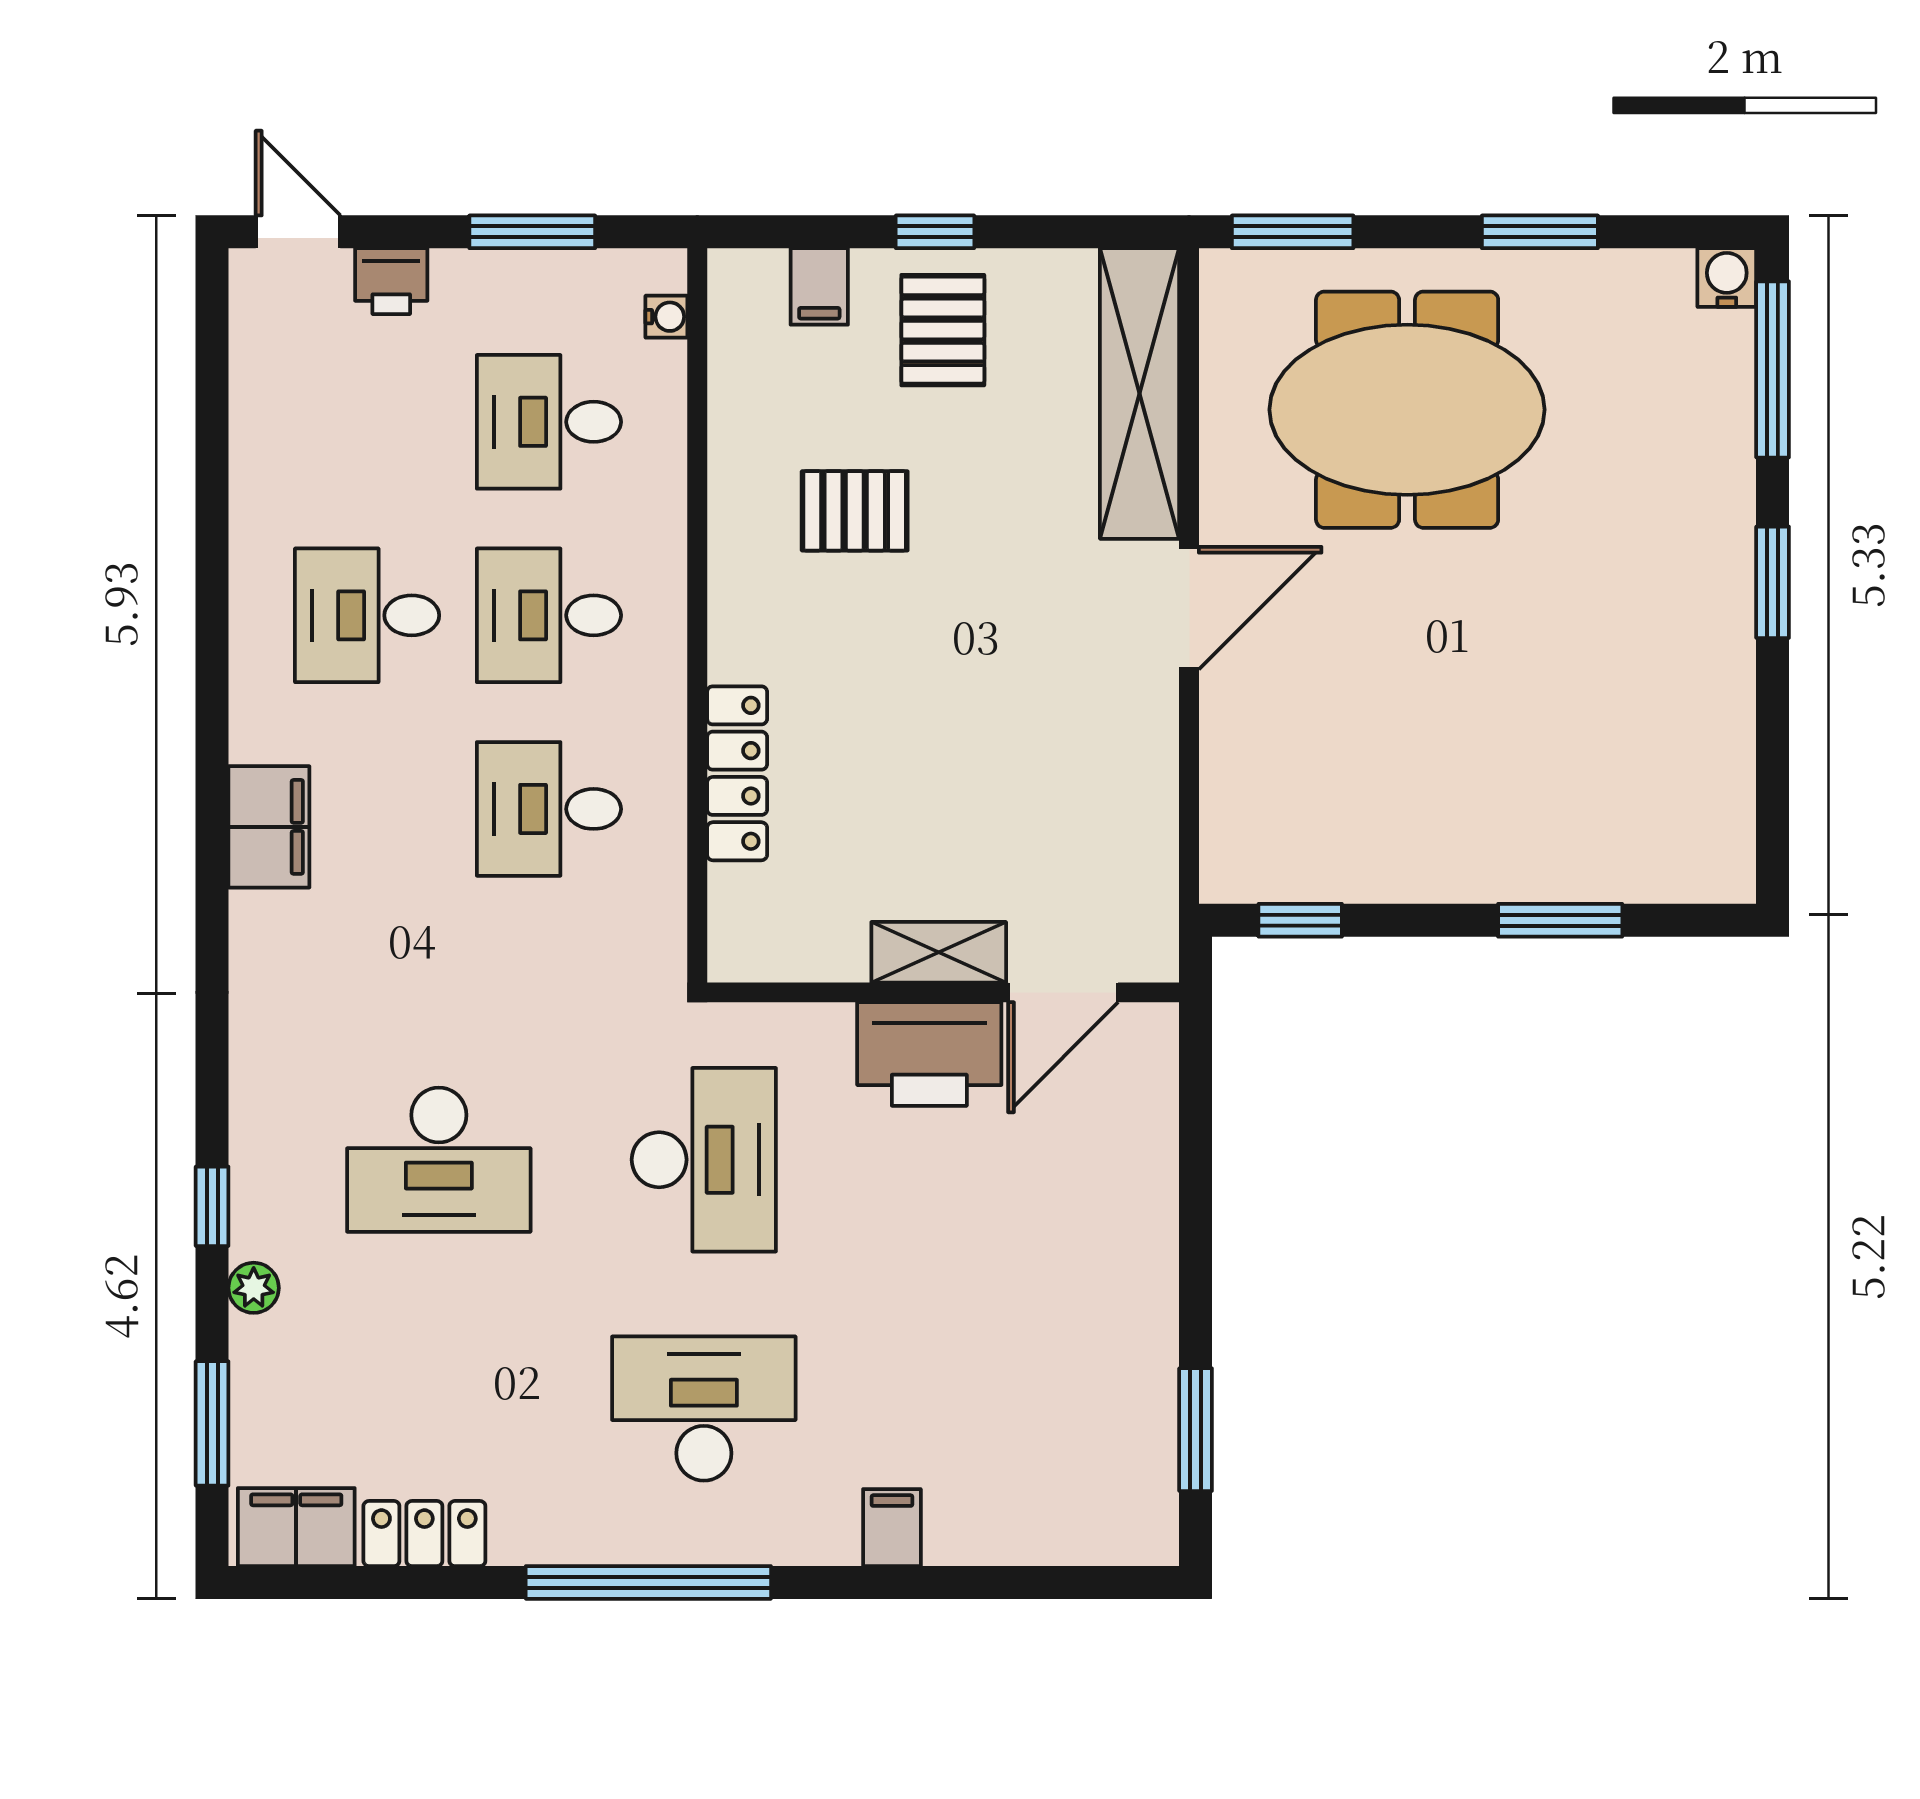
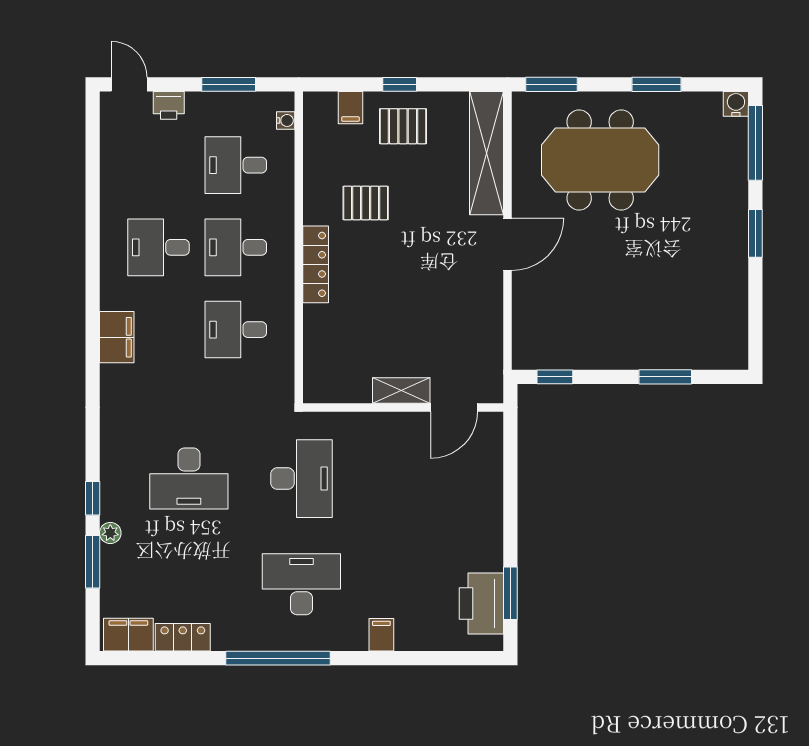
pallet: (943, 330) -> (403, 126), turned 90
locker: (737, 773) -> (316, 264), moved
printer: (929, 1054) -> (481, 604), moved, turned 90
window: (212, 1423) -> (93, 562), moved

